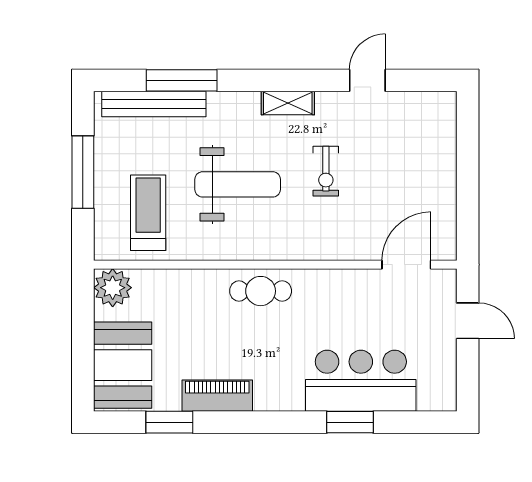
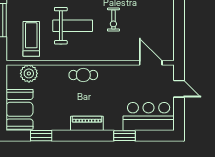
door: (406, 265) -> (151, 63), hinge flipped
plant: (113, 288) -> (29, 73), moved
bar counter: (361, 381) -> (149, 116), moved
piano: (217, 396) -> (87, 123), moved

